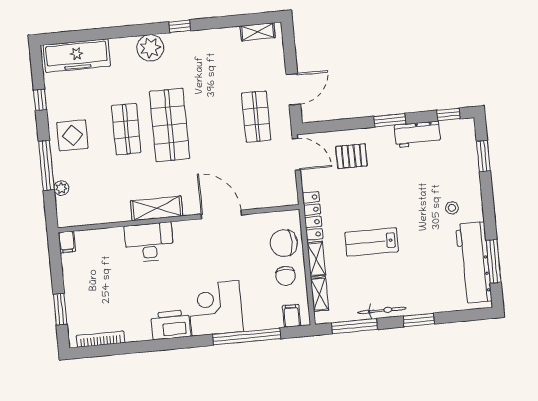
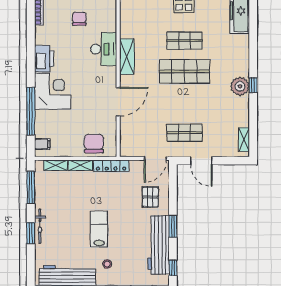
plant: (150, 48) -> (240, 86), moved
workbench: (417, 134) -> (159, 245), width x1.88, depth x1.32
lab bench: (372, 242) -> (99, 229), moved
chair: (286, 276) -> (79, 19), moved, turned 90
bicycle: (382, 310) -> (40, 226), moved

